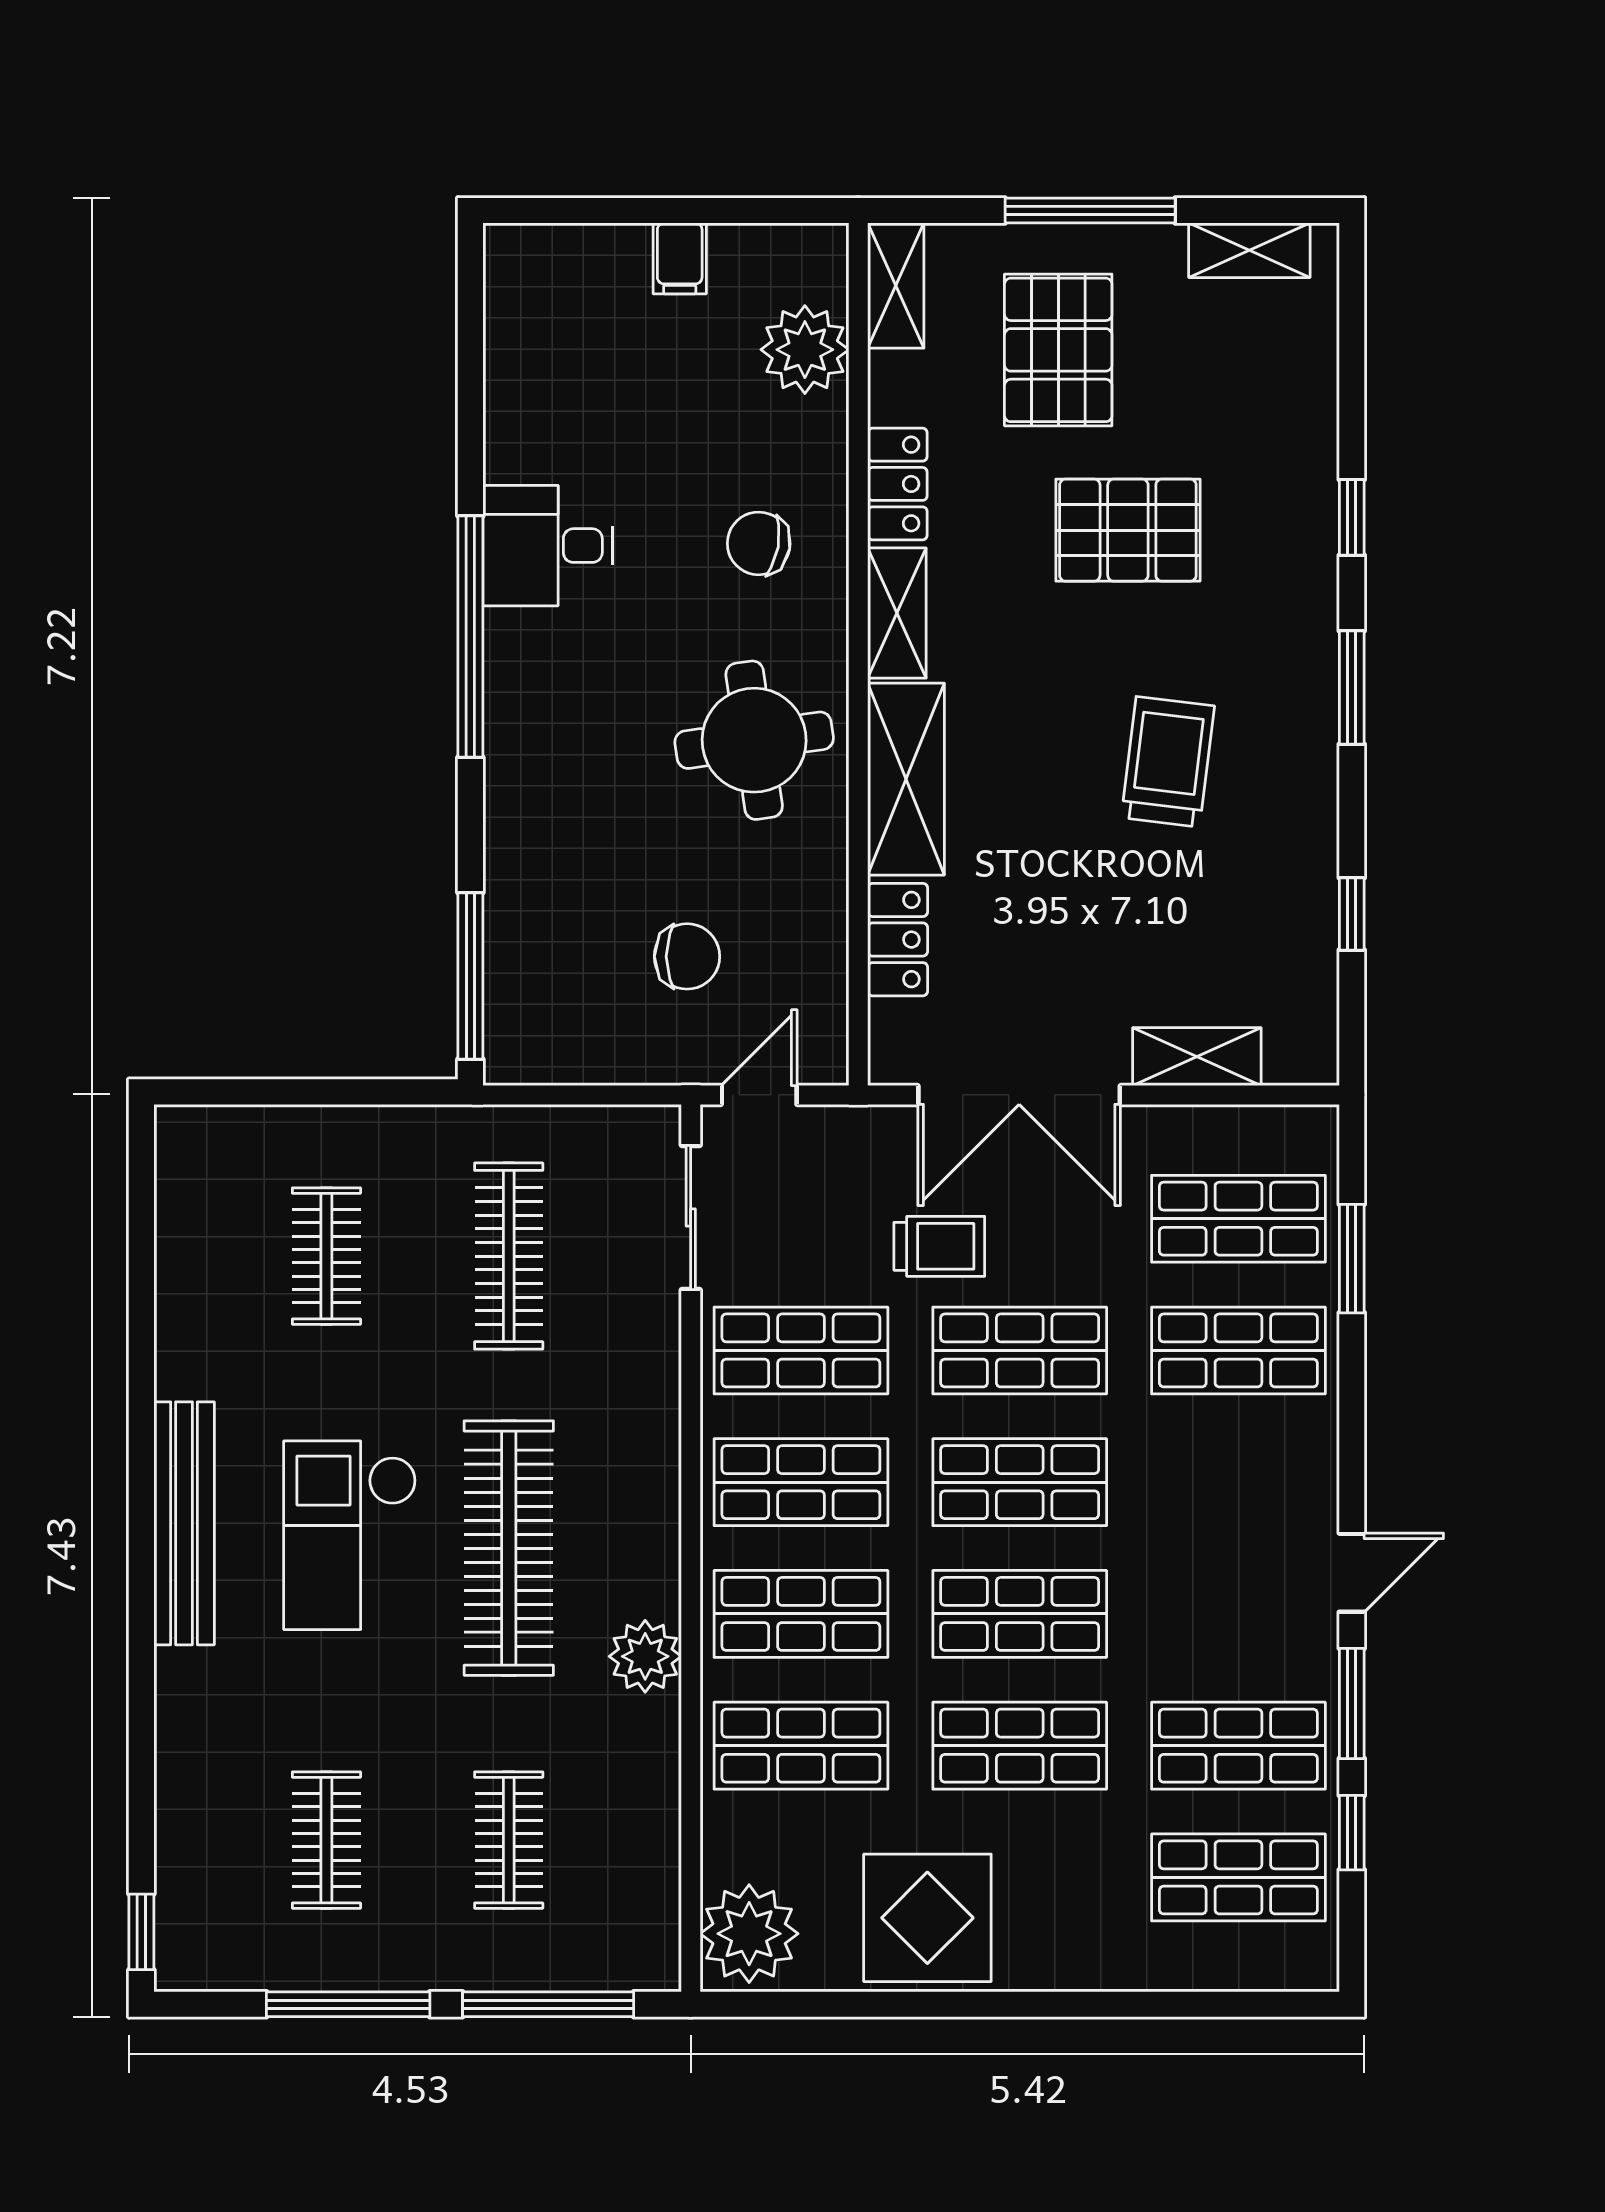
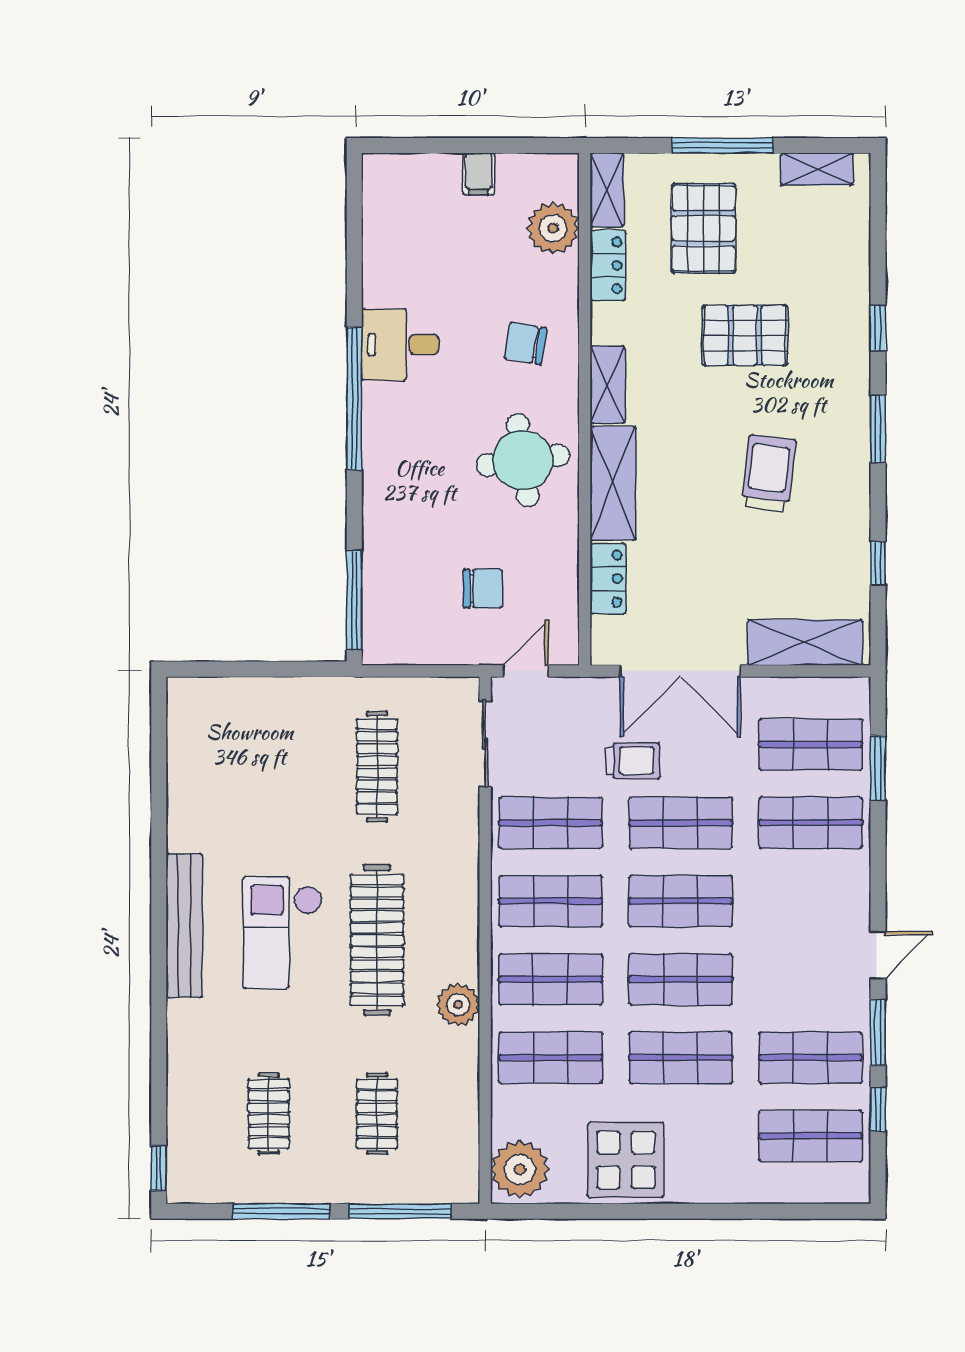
locker: (897, 484) -> (608, 265), moved
shelving: (1197, 1057) -> (805, 642), width x1.50, depth x1.33
clothes rail: (326, 1256) -> (269, 767), removed

